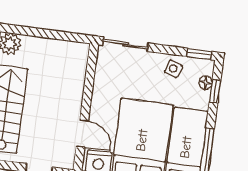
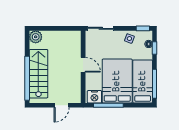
door: (82, 134) -> (83, 65), moved

